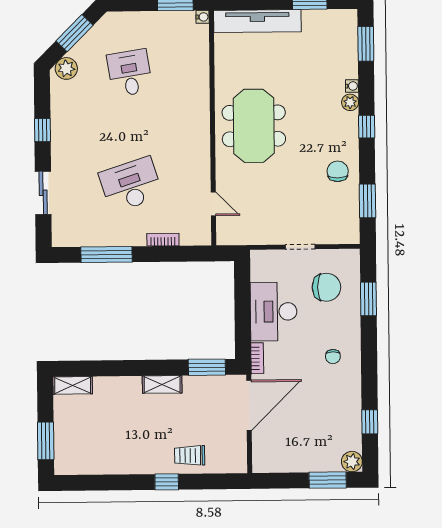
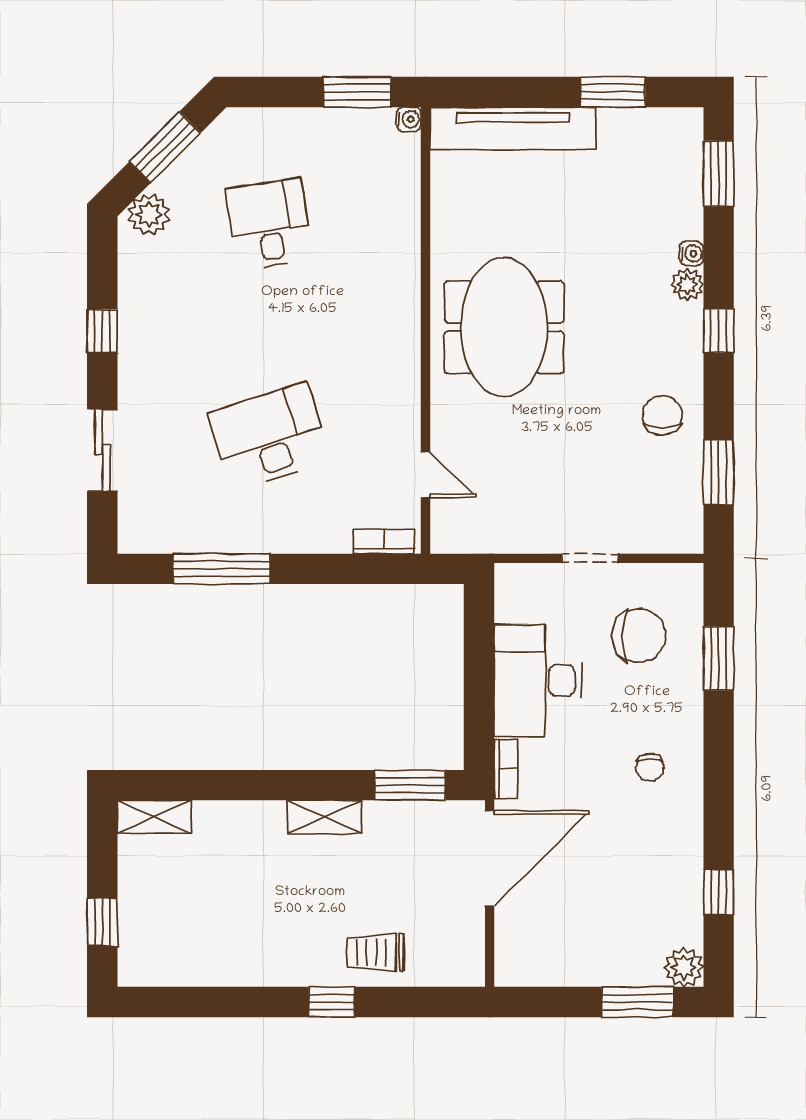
bookcase: (163, 240) -> (384, 542), moved
window: (46, 441) -> (102, 922), width x0.67

